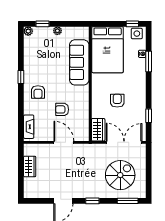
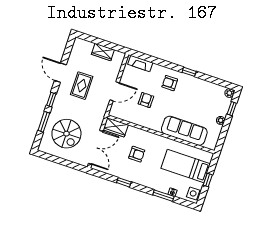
window: (132, 24) -> (208, 180), moved
bed: (108, 50) -> (186, 166), width x0.67
window: (149, 116) -> (124, 182), moved
rug: (69, 176) -> (82, 86), added
window: (128, 201) -> (44, 122), moved

